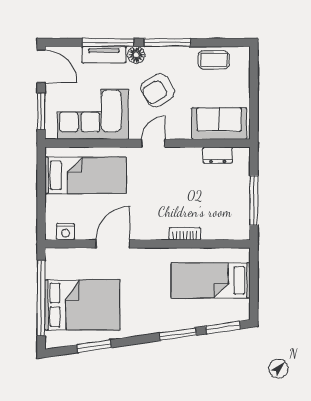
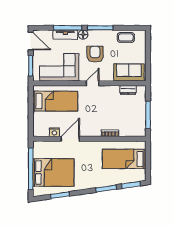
armchair: (158, 90) -> (95, 54), turned 121
nightstand: (66, 232) -> (54, 132), moved

